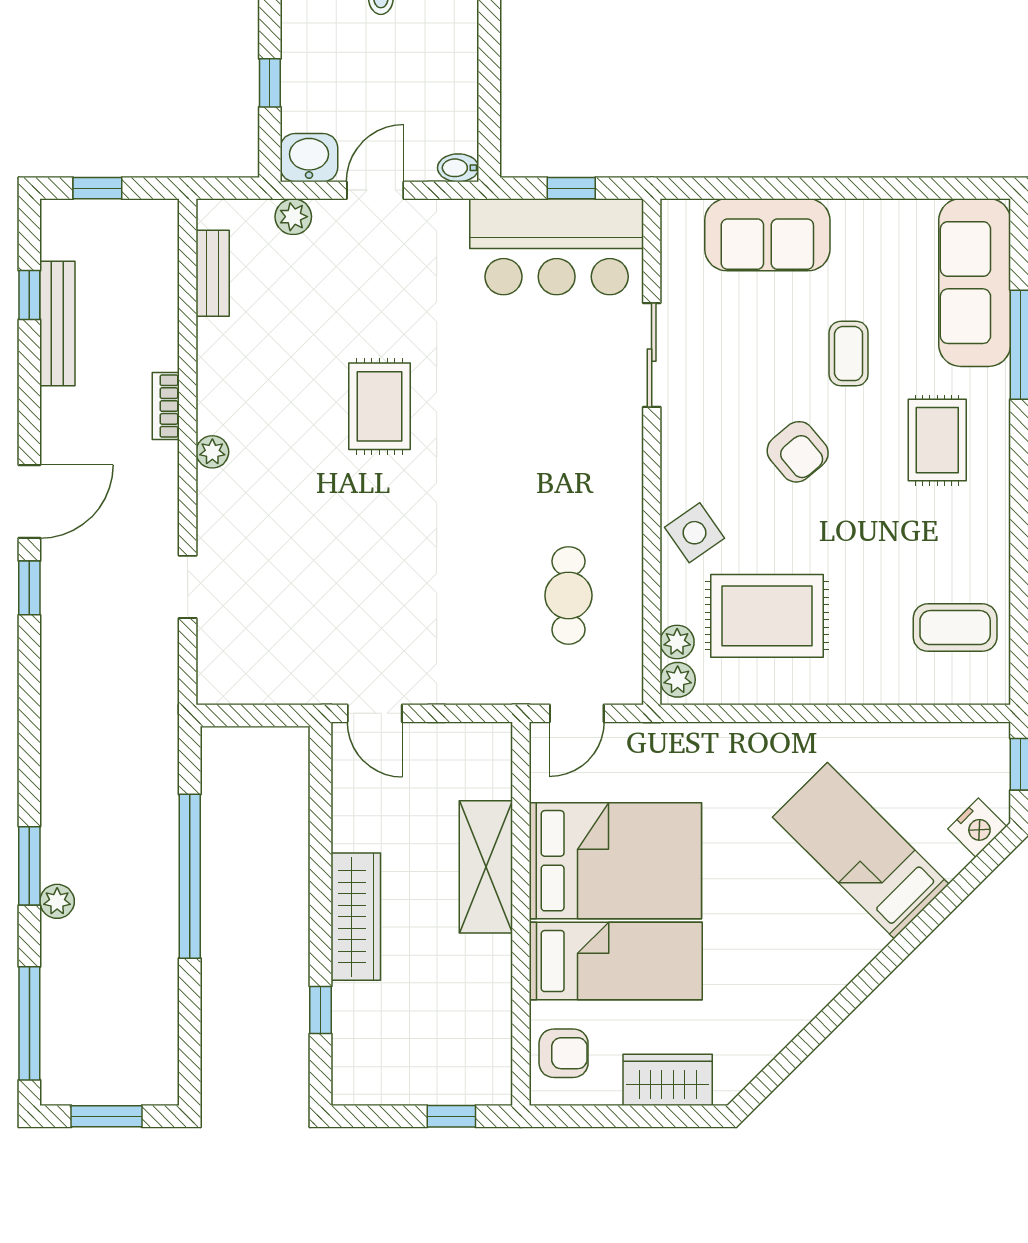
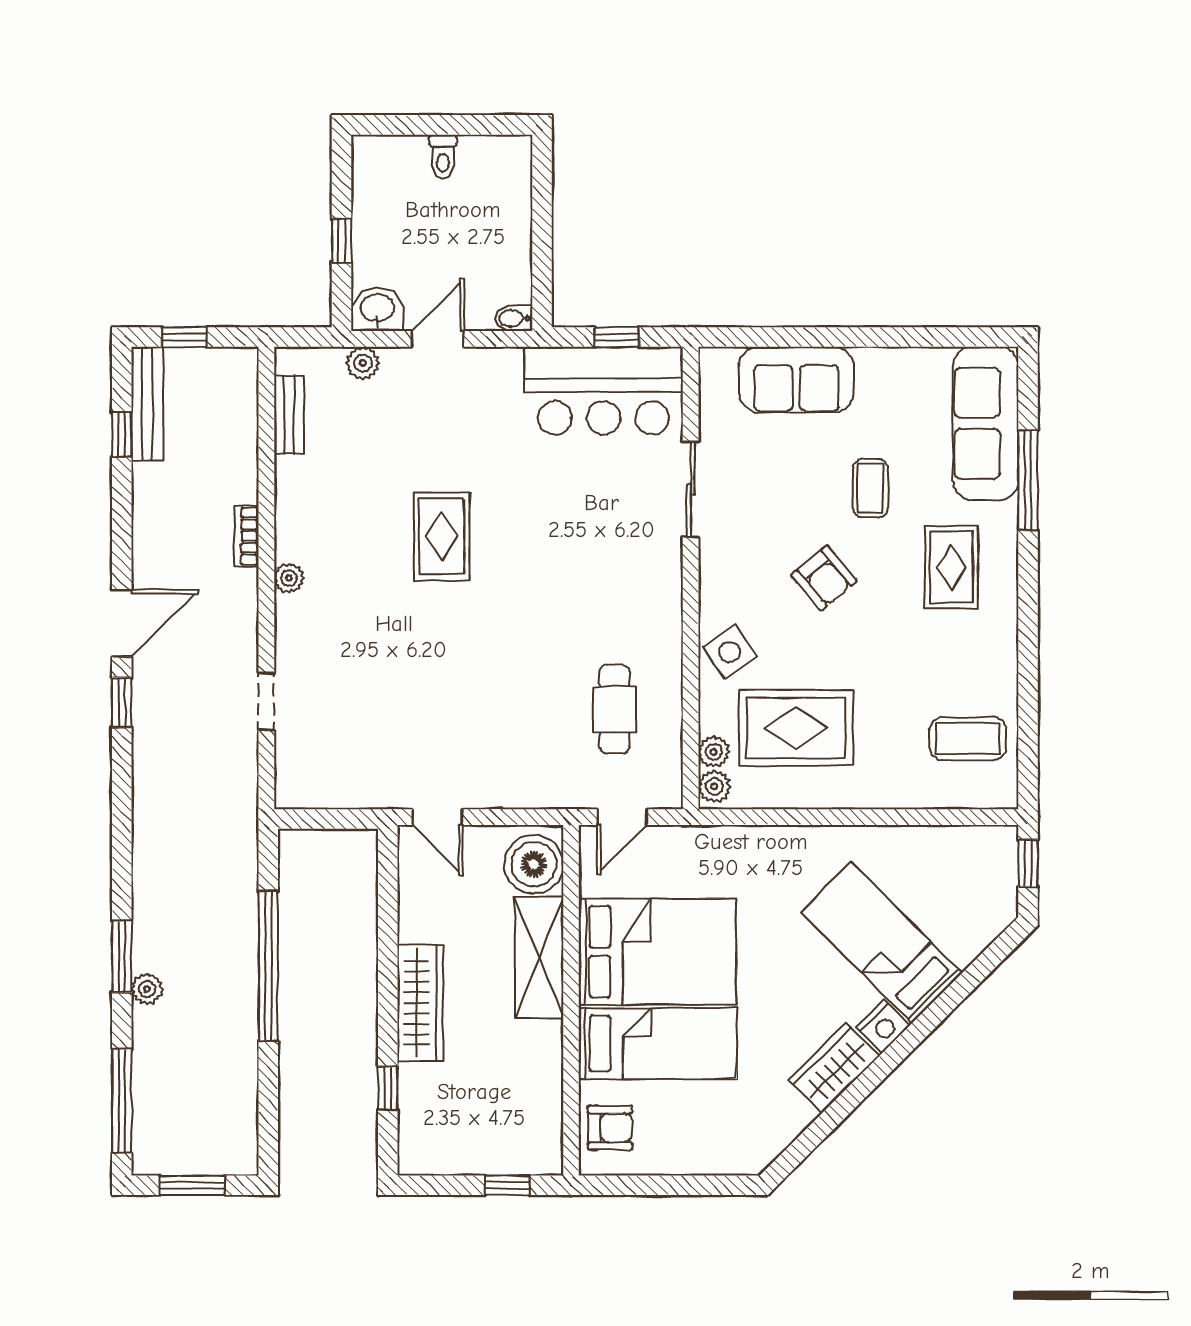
bench: (57, 323) -> (147, 404), moved
boiler: (480, 765) -> (534, 864), added
nightstand: (977, 828) -> (883, 1027), moved
wardrobe: (668, 1080) -> (834, 1068), moved, turned -45

